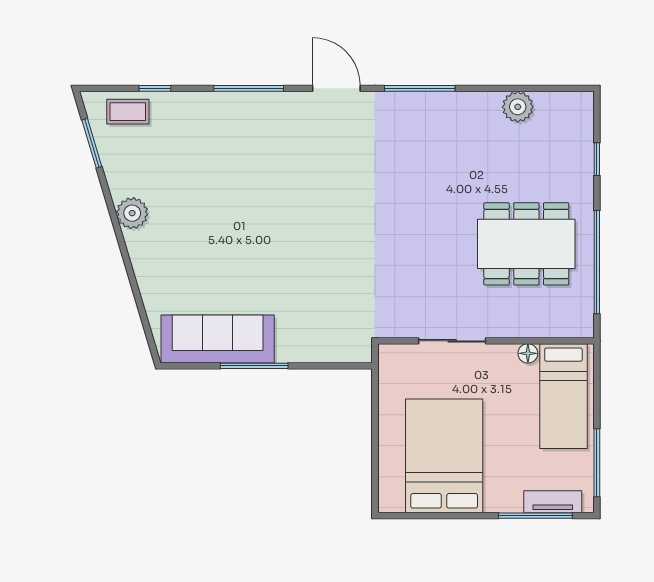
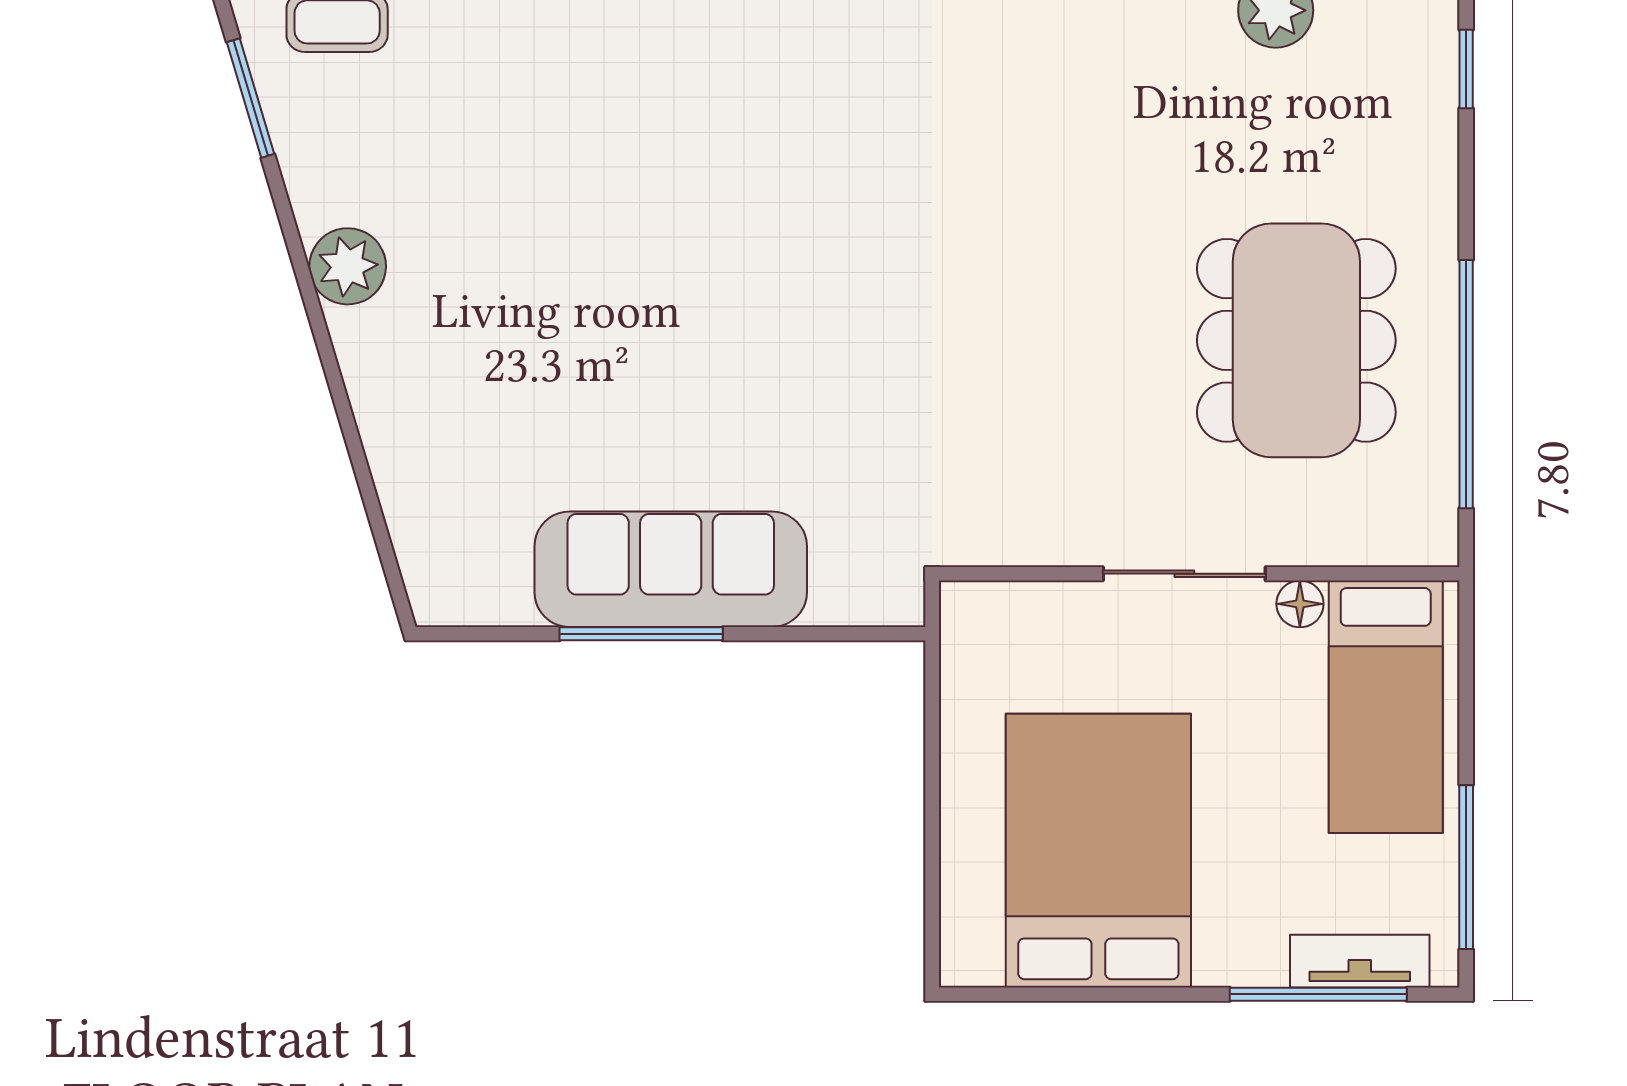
window: (597, 159) -> (1466, 69), moved
dining table: (526, 244) -> (1296, 340), turned 90
sofa: (218, 339) -> (671, 569), moved
sliding door: (452, 341) -> (1184, 574), moved

